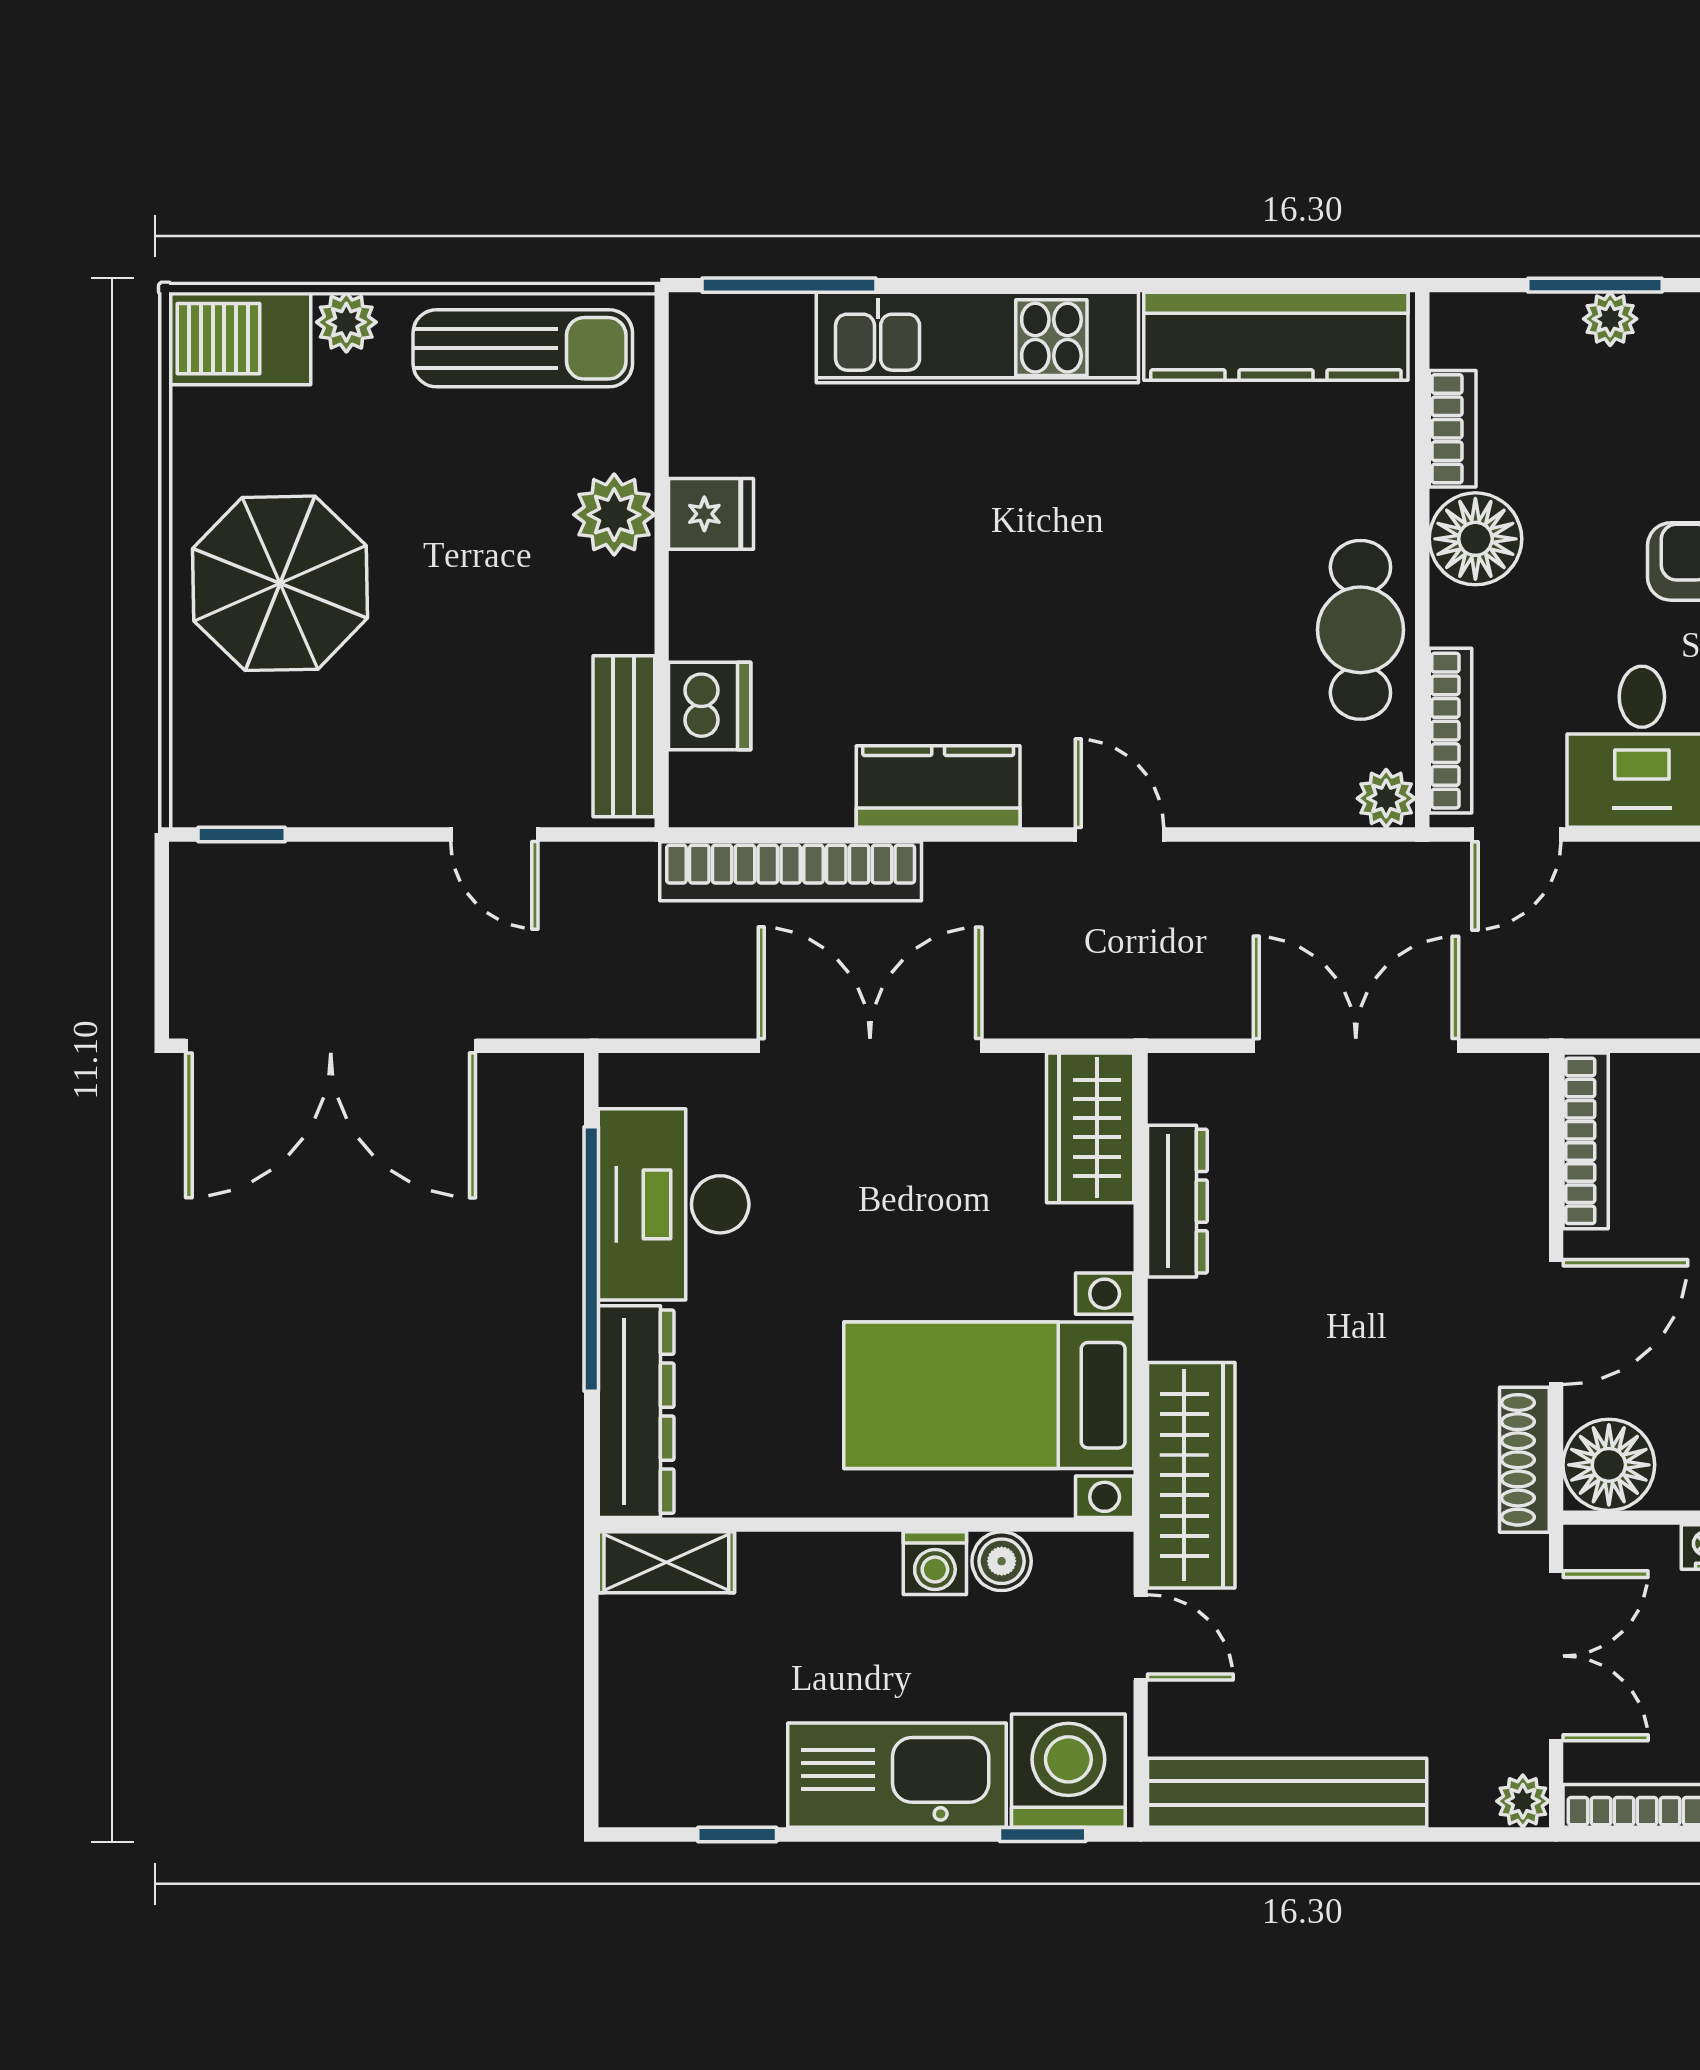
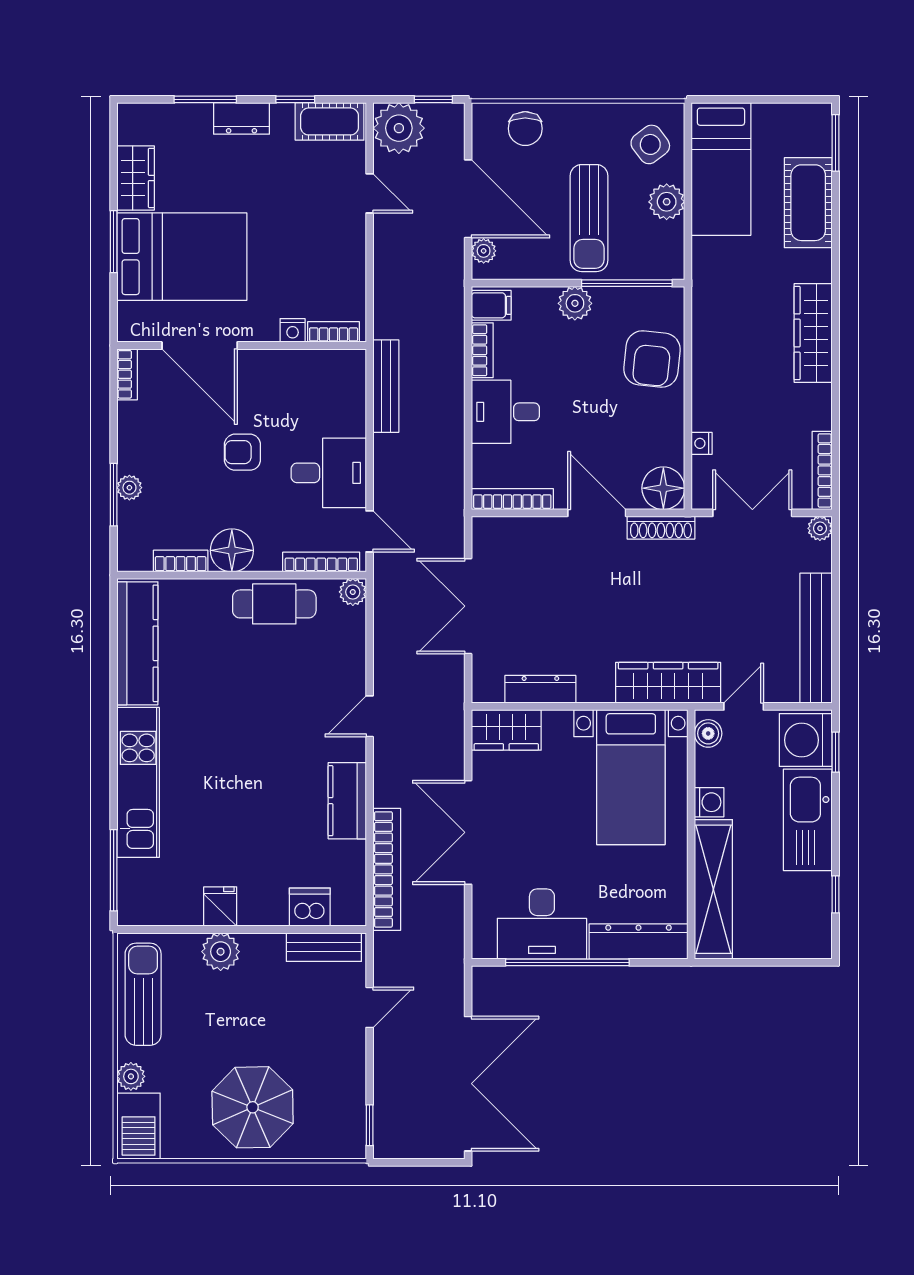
boiler: (1002, 1561) -> (708, 733), moved
shelving: (666, 1562) -> (713, 889), width x2.20, depth x1.33

